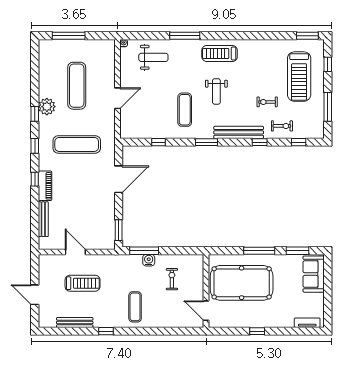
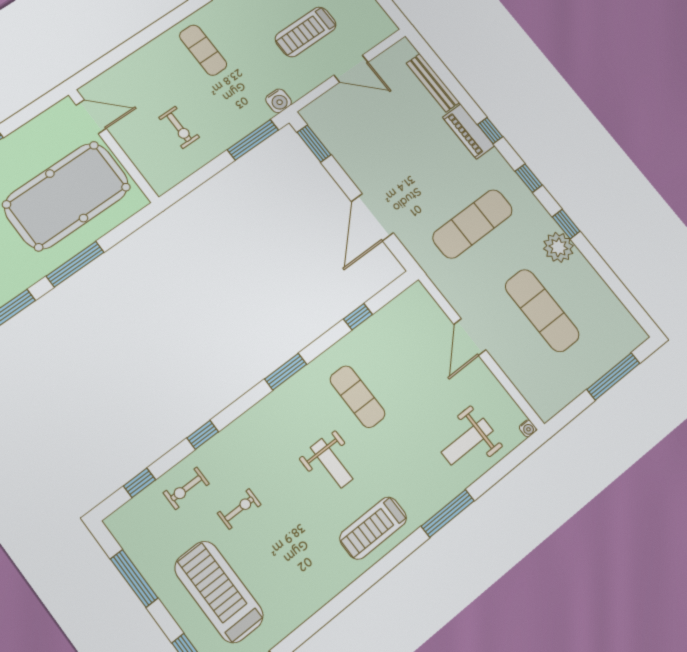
treadmill: (220, 53) -> (373, 528), turned 180
weight bench: (216, 91) -> (332, 463), turned 180
bench: (239, 132) -> (247, 425), removed
water cooler: (149, 260) -> (279, 101), moved

